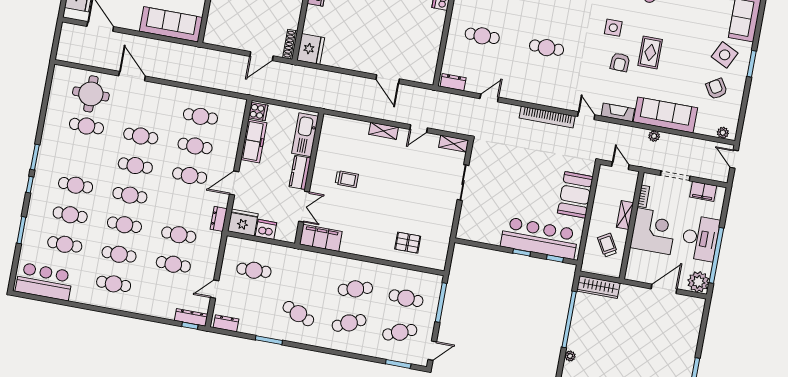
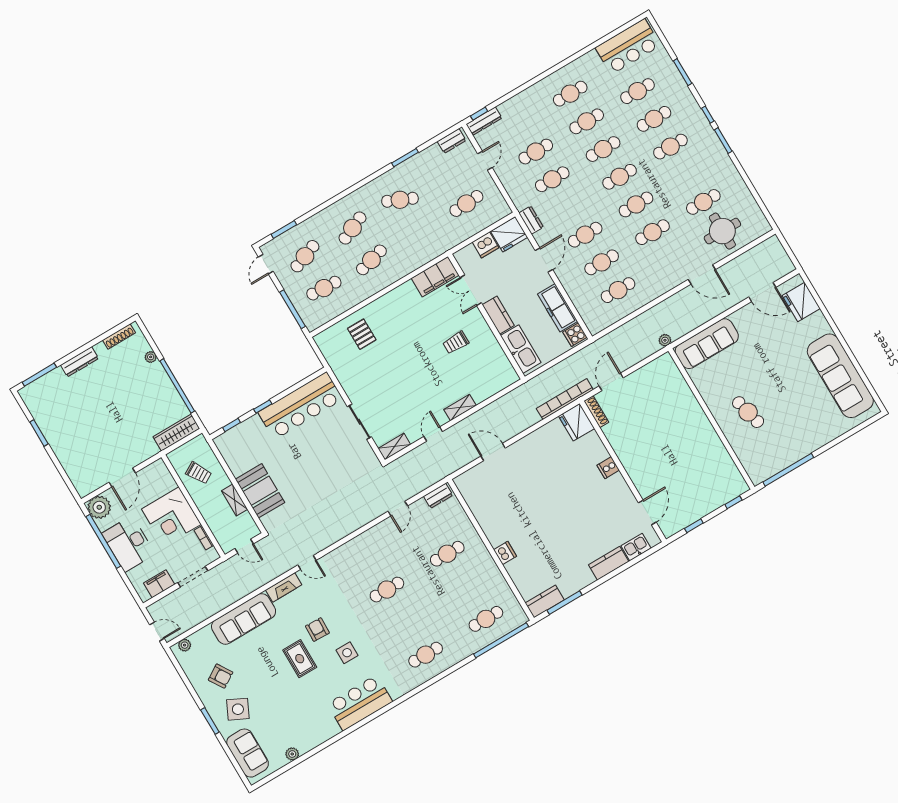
bookcase: (547, 117) -> (565, 399), moved
plant: (654, 136) -> (665, 340), moved
shelving: (625, 215) -> (235, 500), moved
bar counter: (540, 238) -> (301, 406), moved
pallet: (408, 243) -> (362, 334), turned 90

